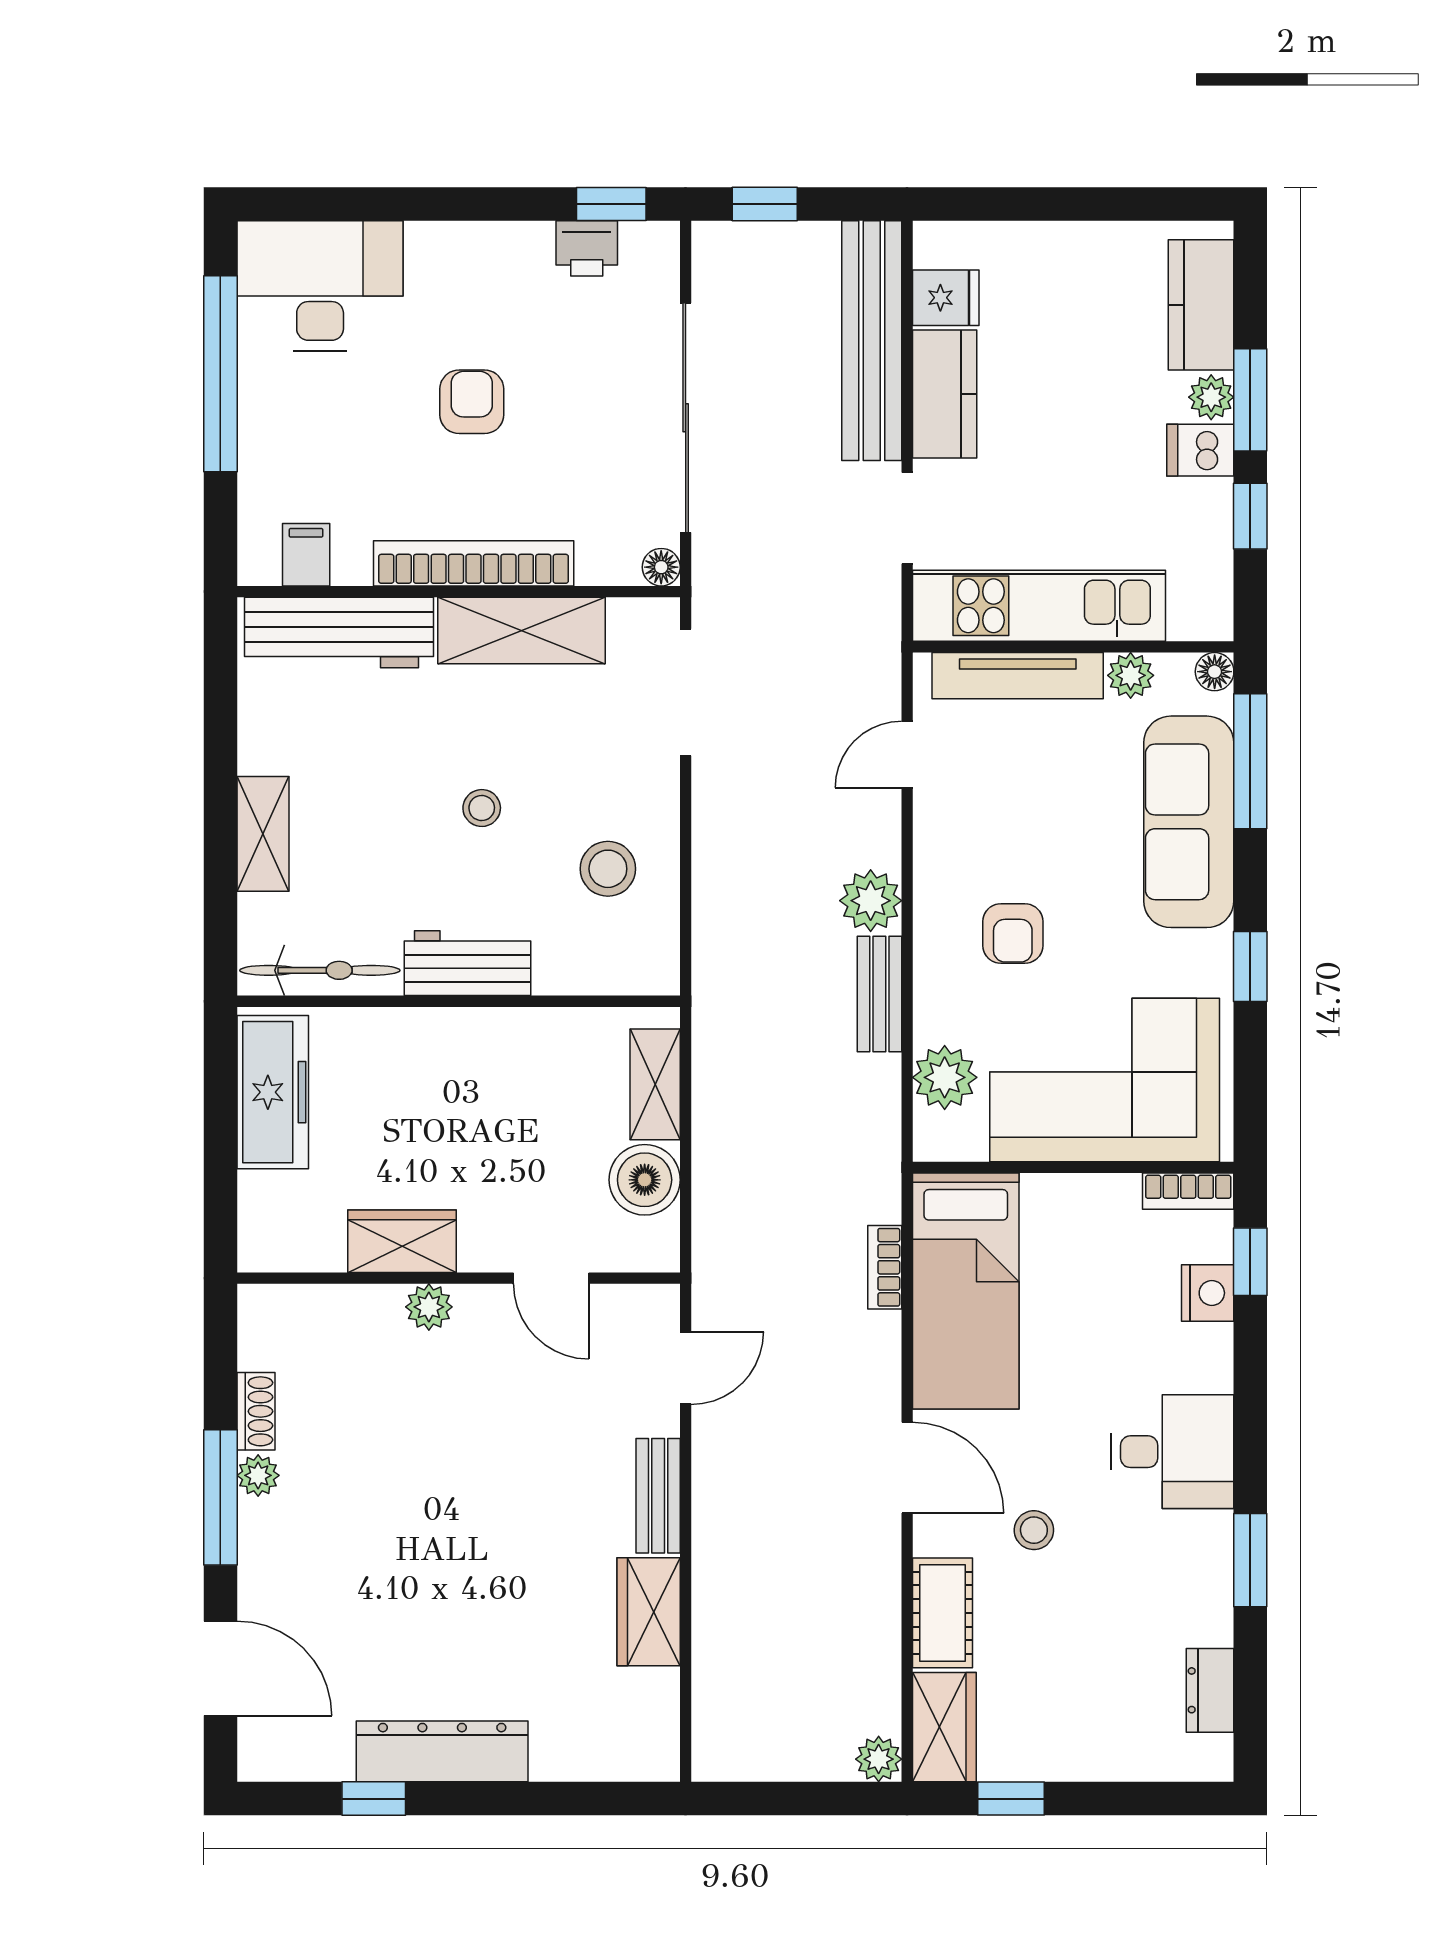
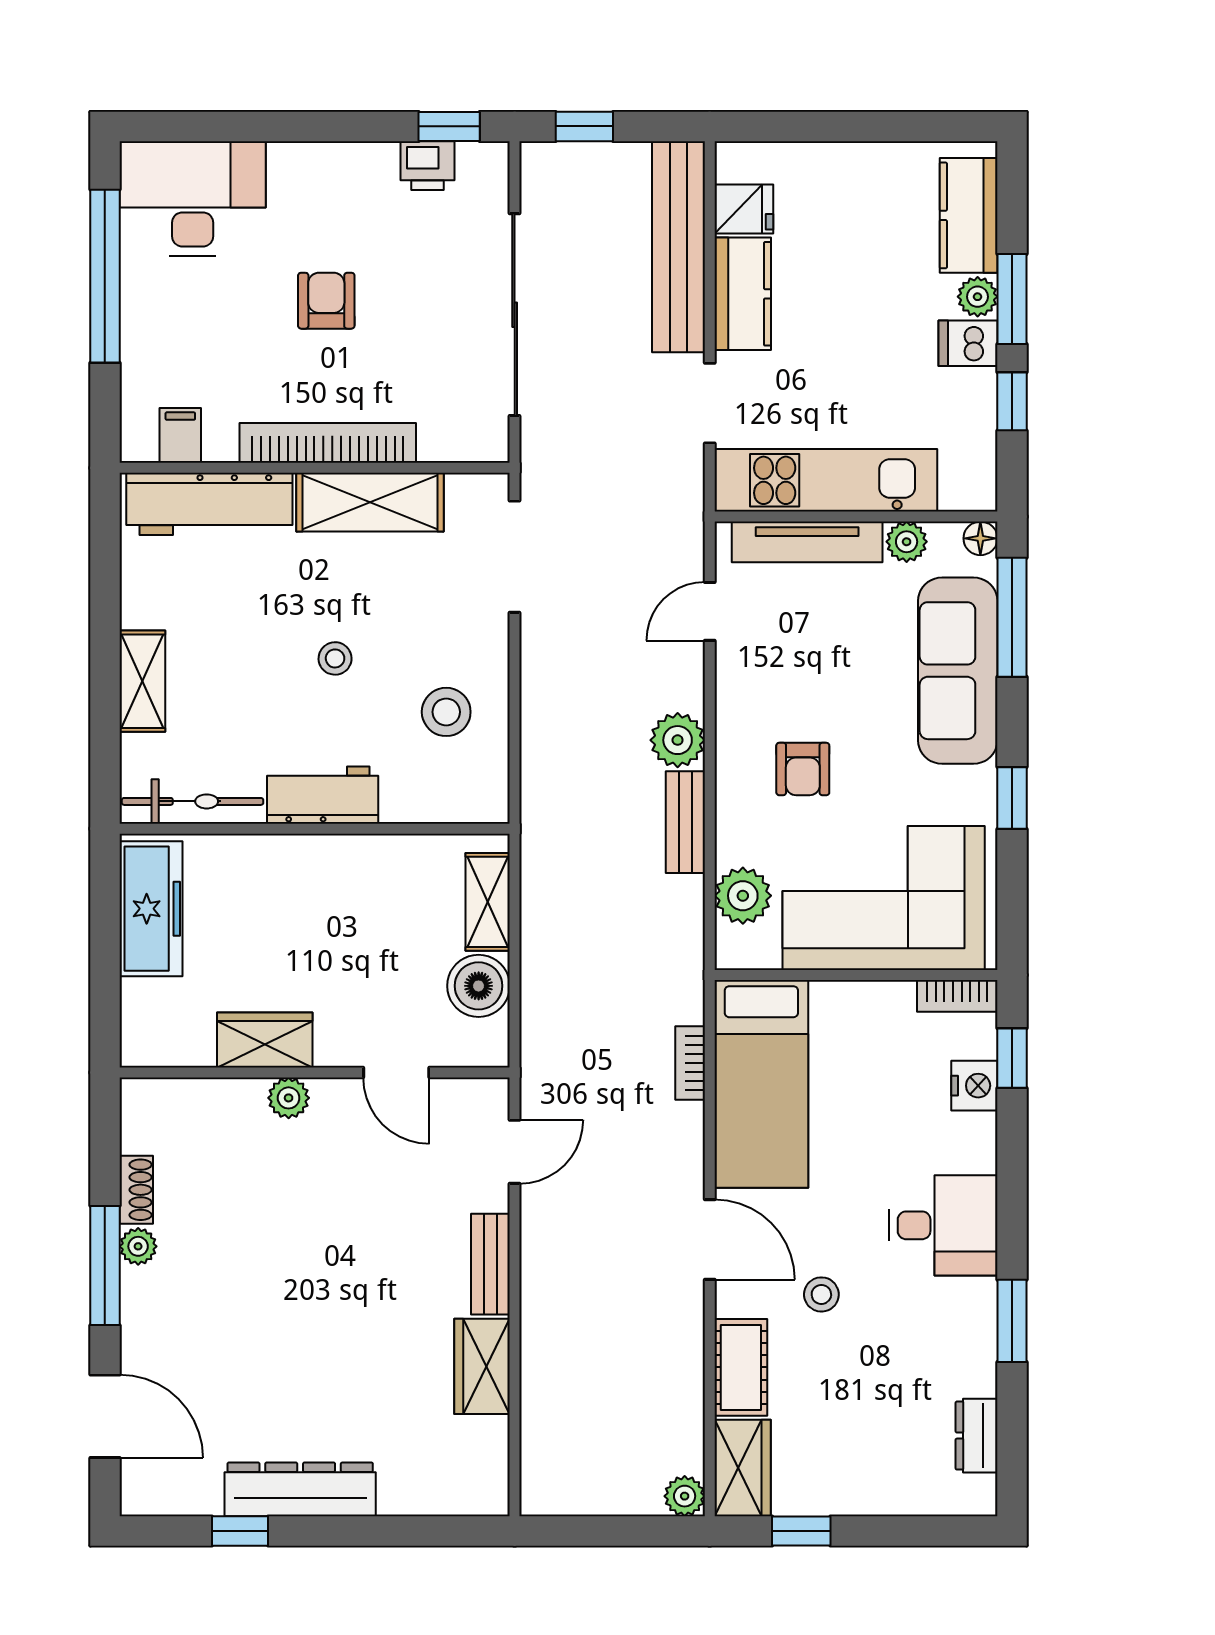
floor lamp: (661, 567) -> (493, 446), removed

